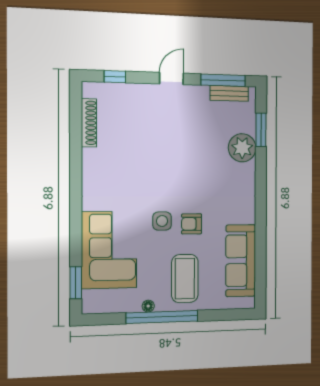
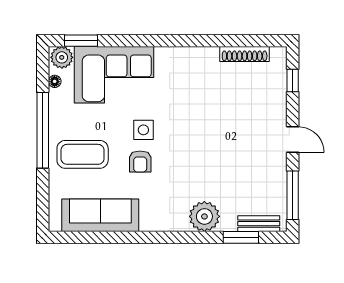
bench: (229, 93) -> (259, 224), moved, turned 90
plant: (242, 148) -> (204, 216), moved
armchair: (192, 224) -> (140, 161), turned 180
plant: (92, 301) -> (62, 57), added
floor lamp: (148, 306) -> (55, 81), moved

